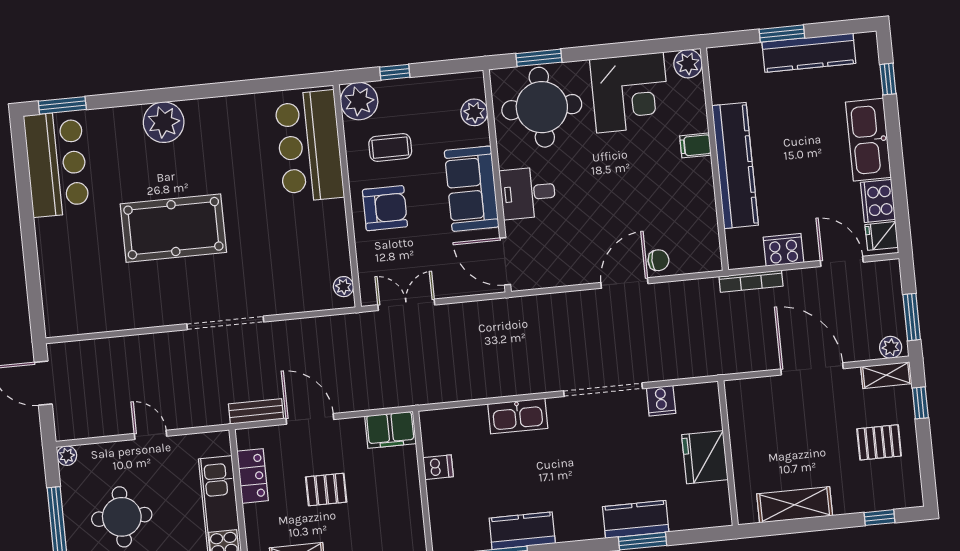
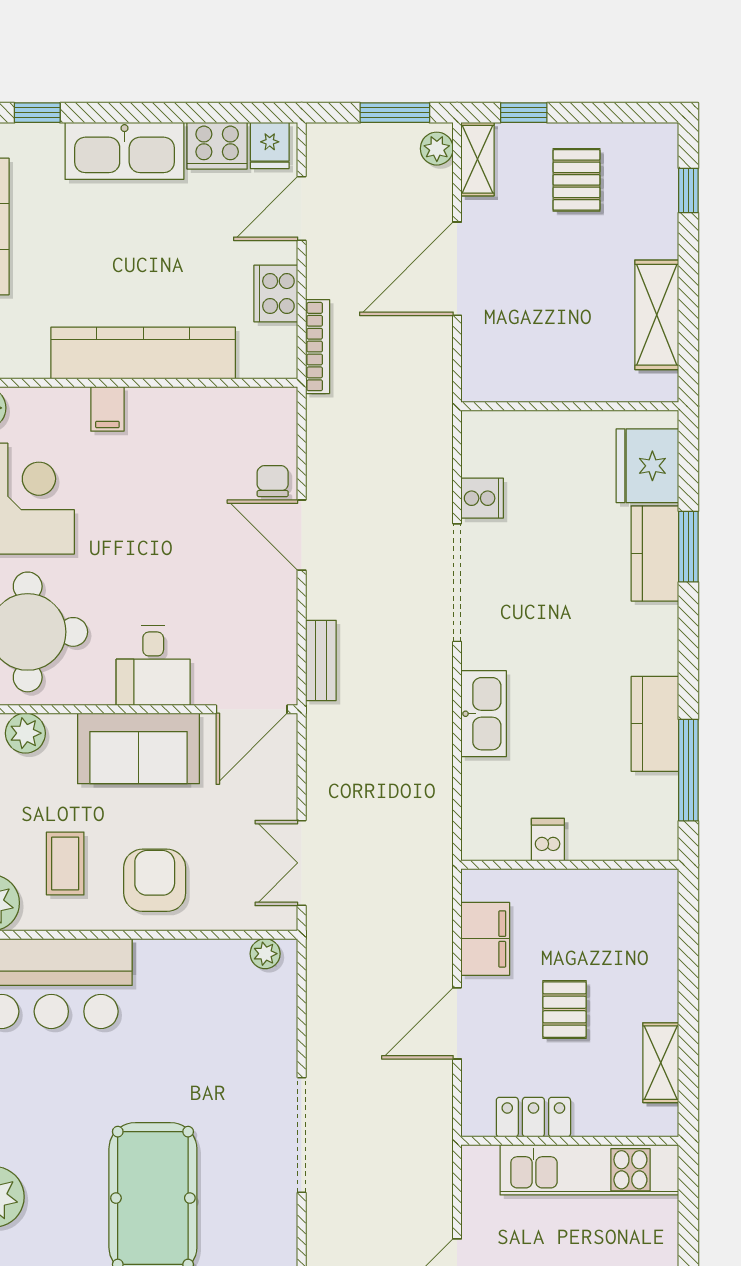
bench: (256, 411) -> (321, 660), moved
filing cabinet: (390, 430) -> (485, 939), moved
fridge: (705, 457) -> (647, 466), moved, turned 90

